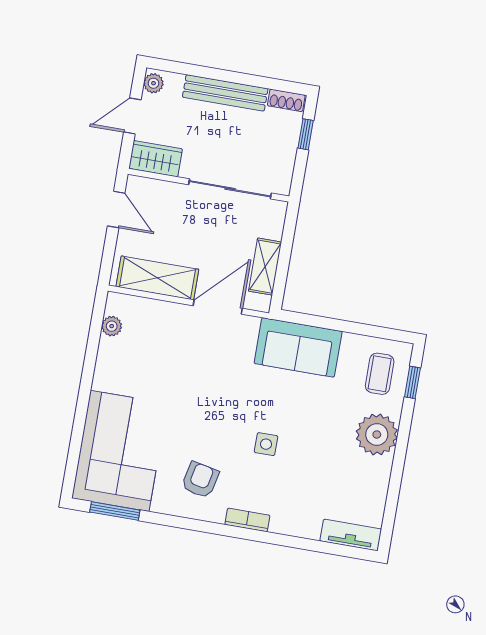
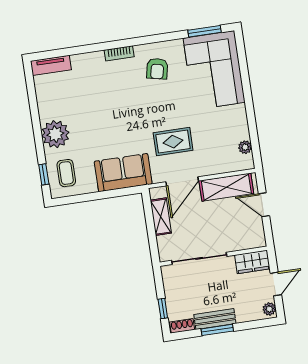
window: (238, 78) -> (217, 330), added
bench: (225, 93) -> (215, 319), width x0.73
door: (116, 210) -> (264, 205), moved
rug: (212, 368) -> (173, 142), added
side table: (266, 444) -> (123, 105), removed

